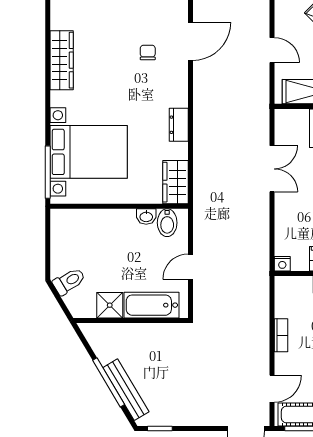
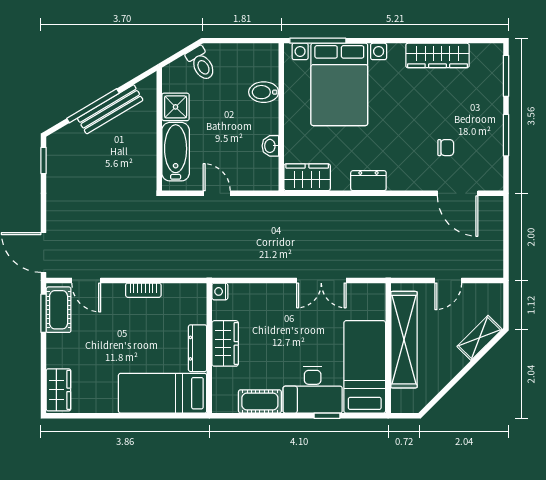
bidet: (167, 223) -> (264, 92), moved
bench: (126, 390) -> (110, 109), moved

